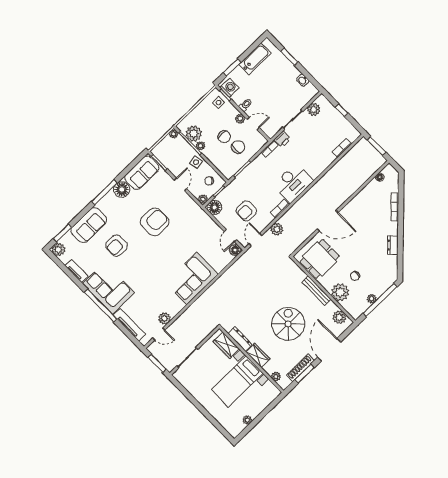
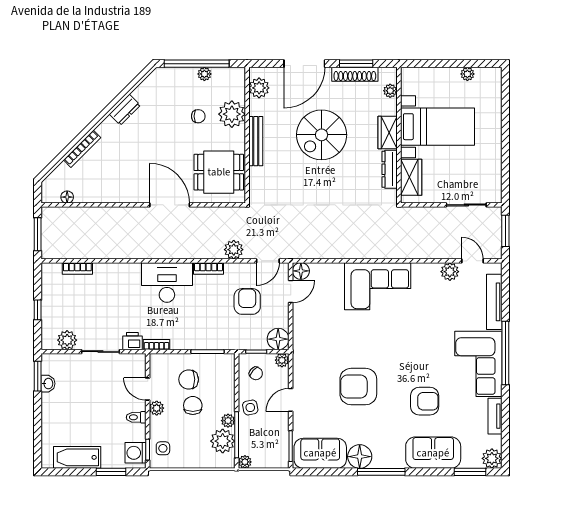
window: (289, 57) -> (38, 376), moved
armchair: (246, 211) -> (247, 301), turned -90

